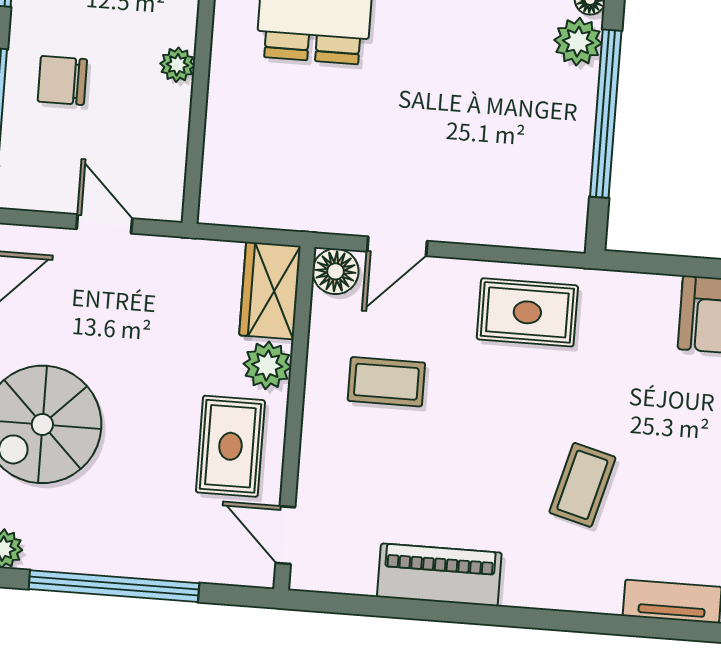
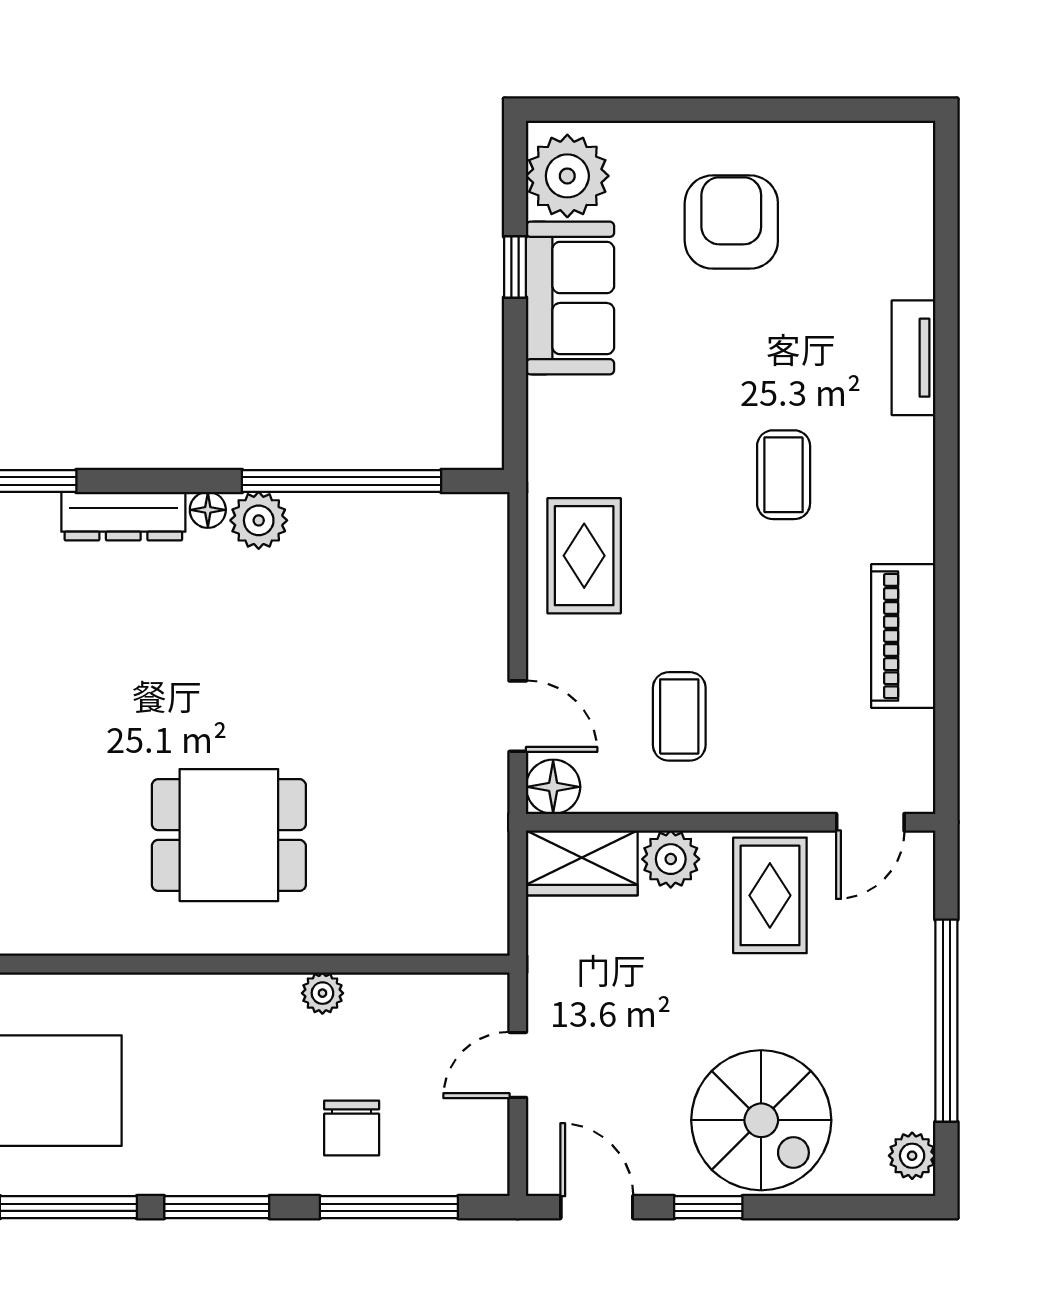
rug: (230, 446) -> (770, 895), turned 90
coffee table: (582, 485) -> (784, 475), turned 75

